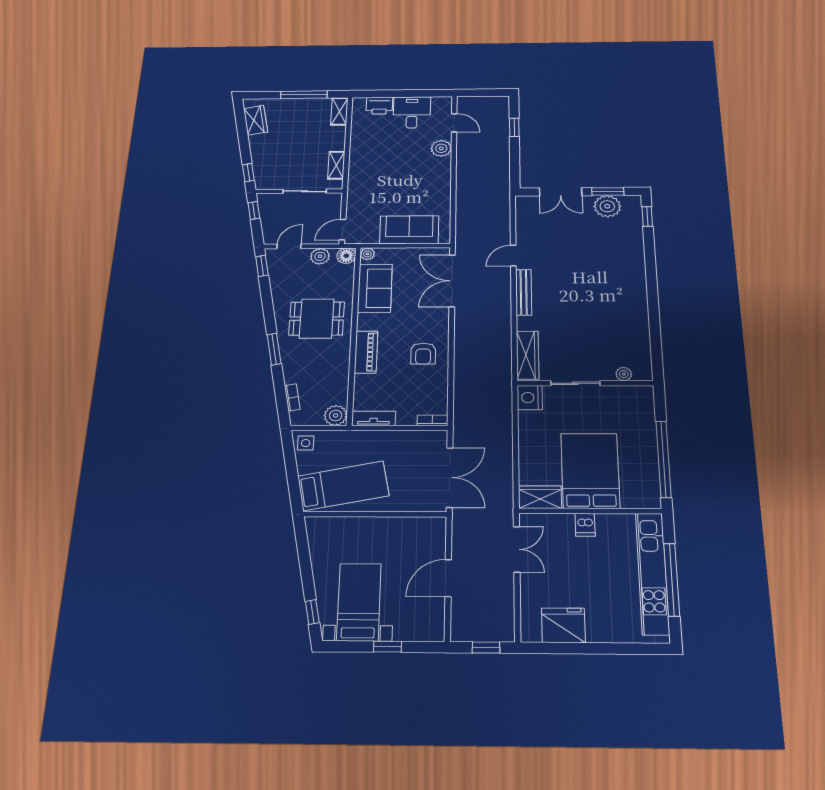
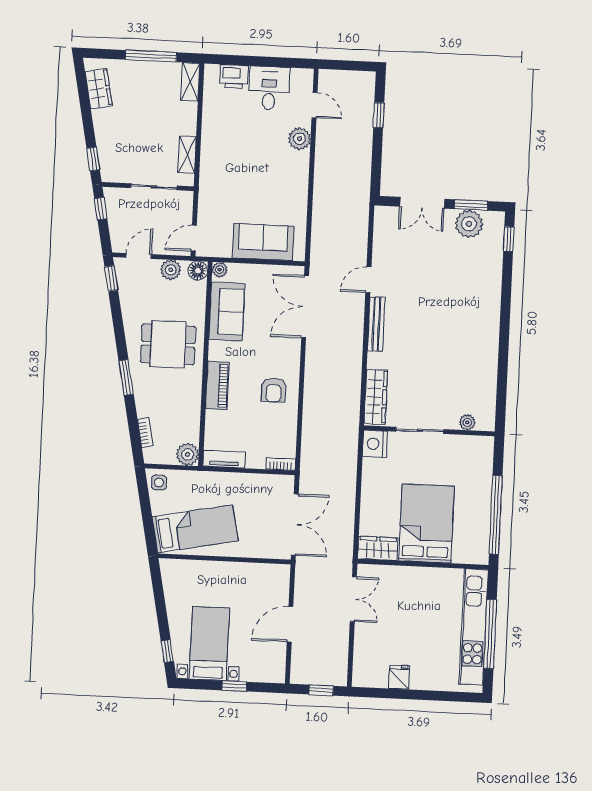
dishwasher: (585, 525) -> (417, 578), removed
fridge: (563, 625) -> (399, 677), width x0.53, depth x0.75

